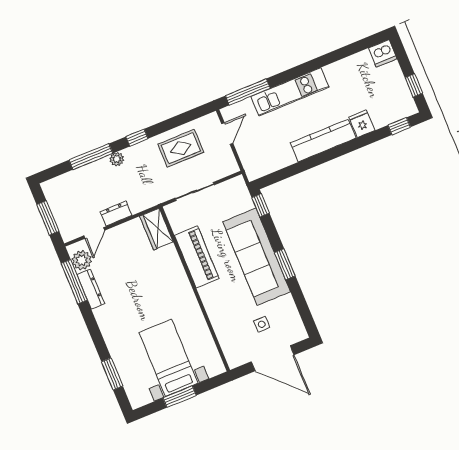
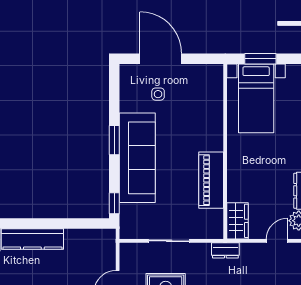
dresser: (116, 214) -> (225, 250), moved
wardrobe: (156, 229) -> (237, 221), moved
piano: (197, 257) -> (211, 180), moved
wall: (195, 289) -> (225, 152), moved

